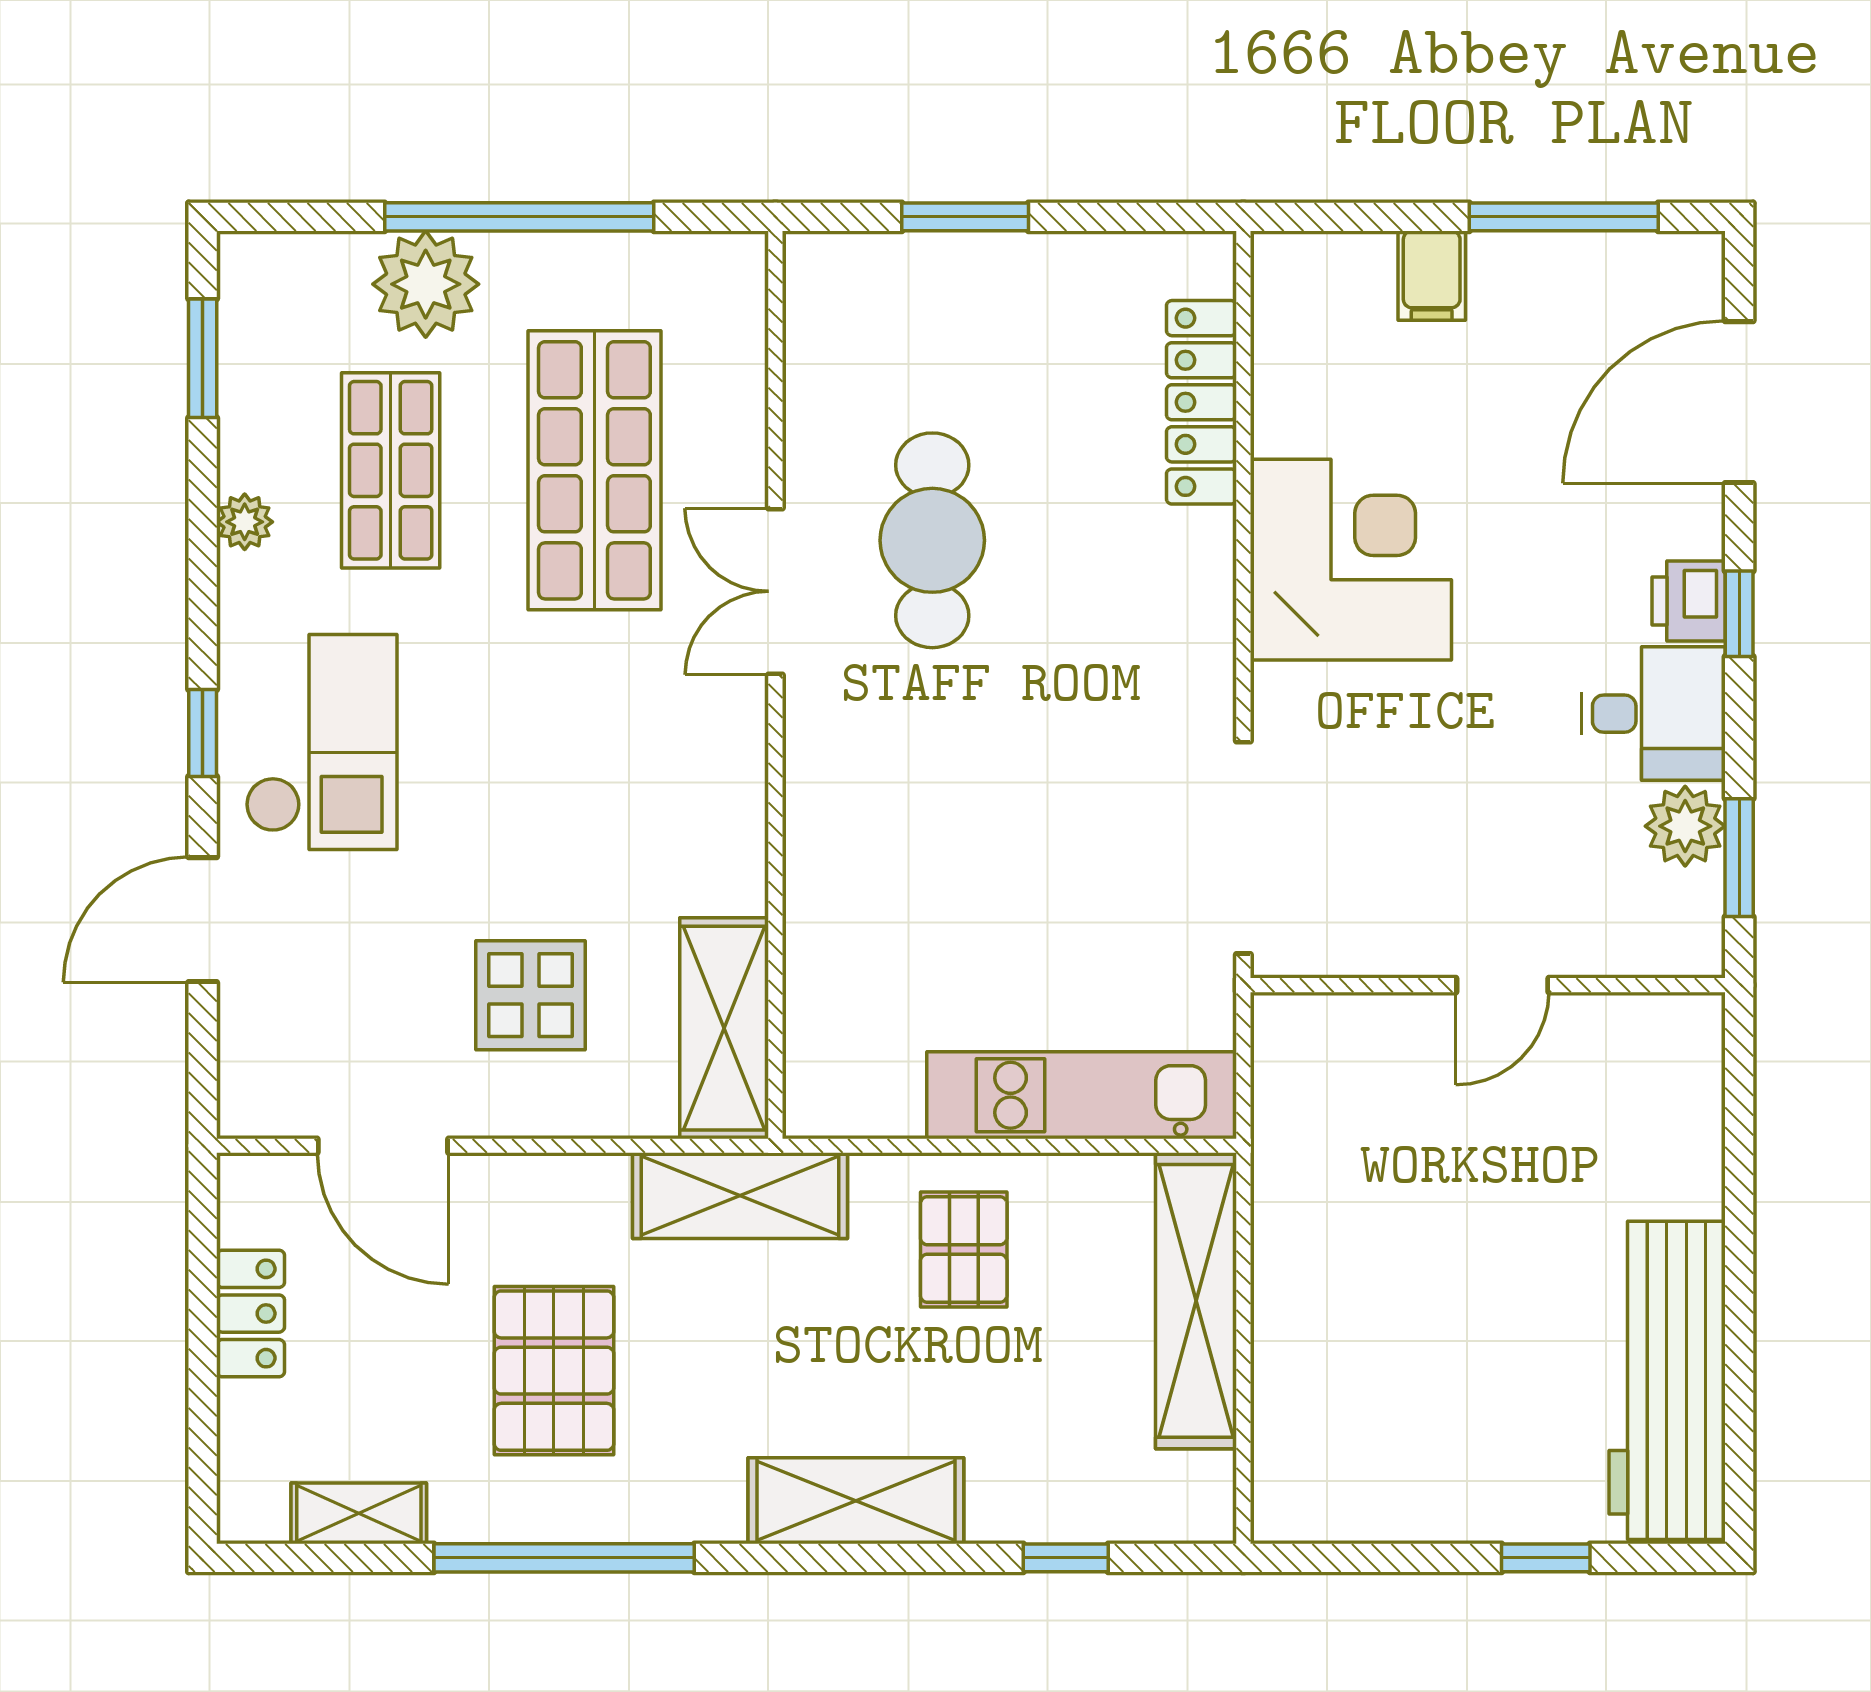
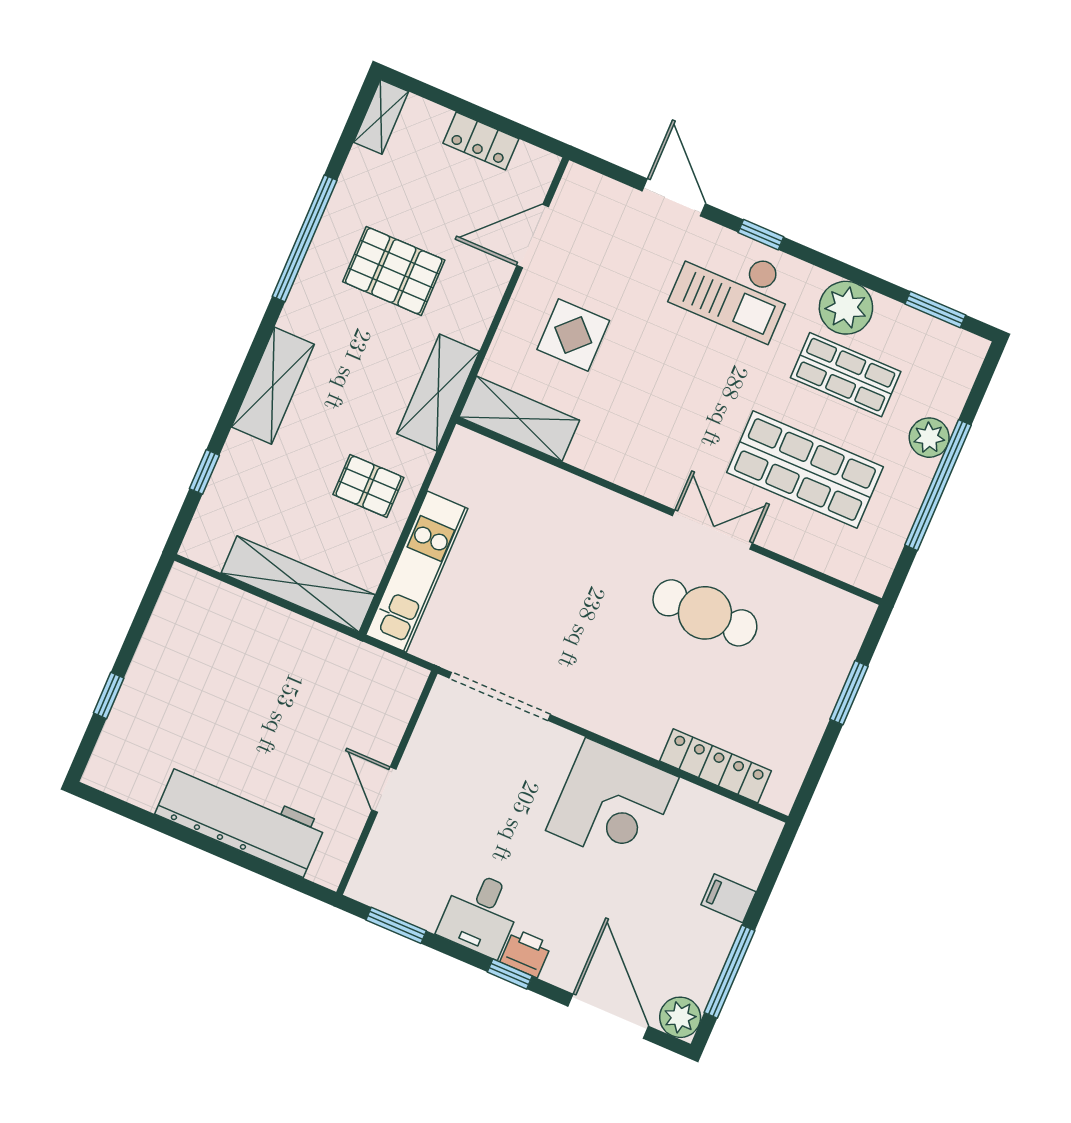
plant: (426, 284) -> (929, 438), width x0.73, depth x0.73
plant: (245, 522) -> (846, 308), width x1.88, depth x1.88
plant: (1685, 826) -> (680, 1017), moved
workbench: (1667, 1380) -> (240, 819), moved
shelving: (359, 1513) -> (381, 117), moved

